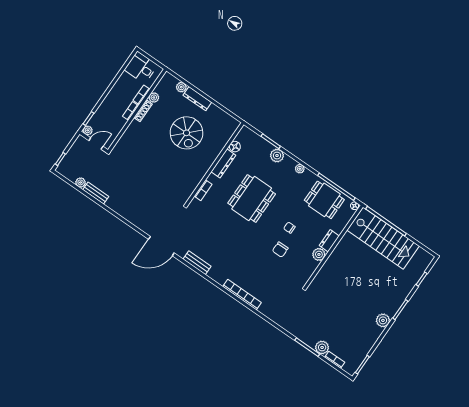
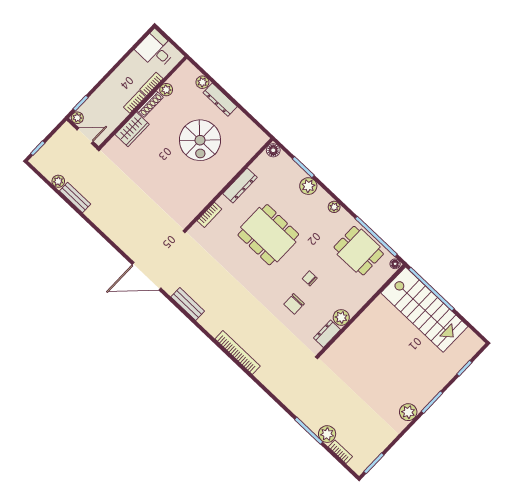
wardrobe: (132, 133) -> (132, 129), added
floor lamp: (235, 147) -> (273, 150), moved
dining table: (252, 199) -> (268, 235), turned 90
dresser: (329, 241) -> (327, 334), moved

